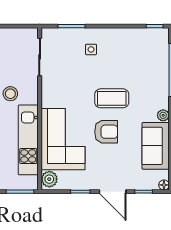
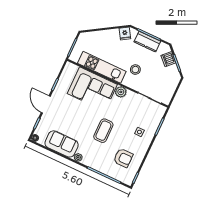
armchair: (106, 132) -> (123, 158), moved, turned -90
plant: (49, 179) -> (121, 92), moved
door: (113, 192) -> (46, 104), hinge flipped

